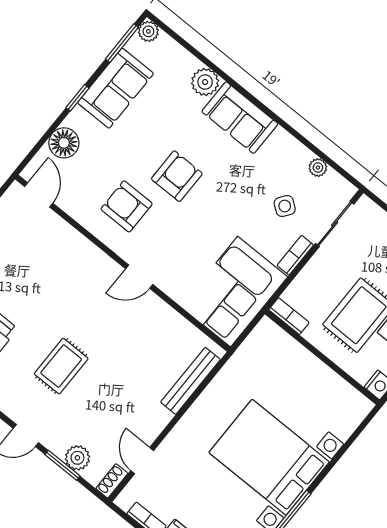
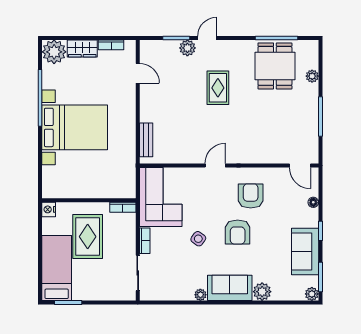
floor lamp: (64, 143) -> (313, 202), width x0.53, depth x0.53
plant: (318, 168) -> (200, 295), moved
armchair: (127, 206) -> (251, 196), turned -90
side table: (285, 206) -> (198, 239), moved
bench: (190, 381) -> (146, 140), width x0.73
plant: (77, 458) -> (187, 48), moved
shoe rack: (112, 481) -> (145, 50), removed

